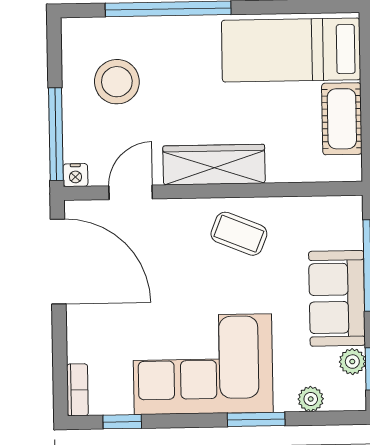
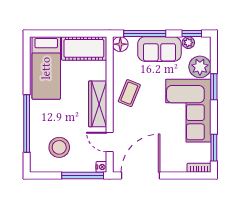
cot: (342, 119) -> (84, 48), width x1.37, depth x1.34
floor lamp: (346, 212) -> (120, 44), added
plant: (311, 399) -> (200, 67), width x1.87, depth x1.87
window: (122, 422) -> (214, 148), width x1.50

